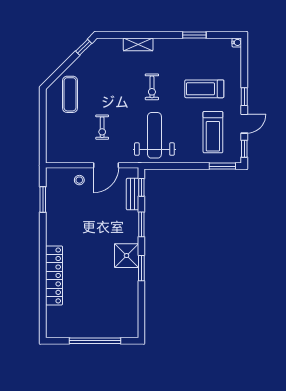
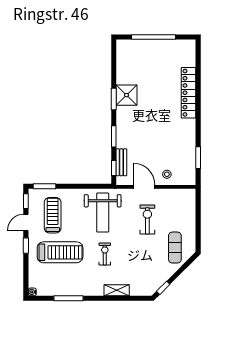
window: (194, 35) -> (69, 298), width x1.44
treadmill: (204, 89) -> (60, 252), width x1.37, depth x1.38
exercise bike: (102, 127) -> (147, 219), width x1.38, depth x1.39
door: (106, 165) -> (144, 187), hinge flipped
shower: (127, 256) -> (126, 95), moved

